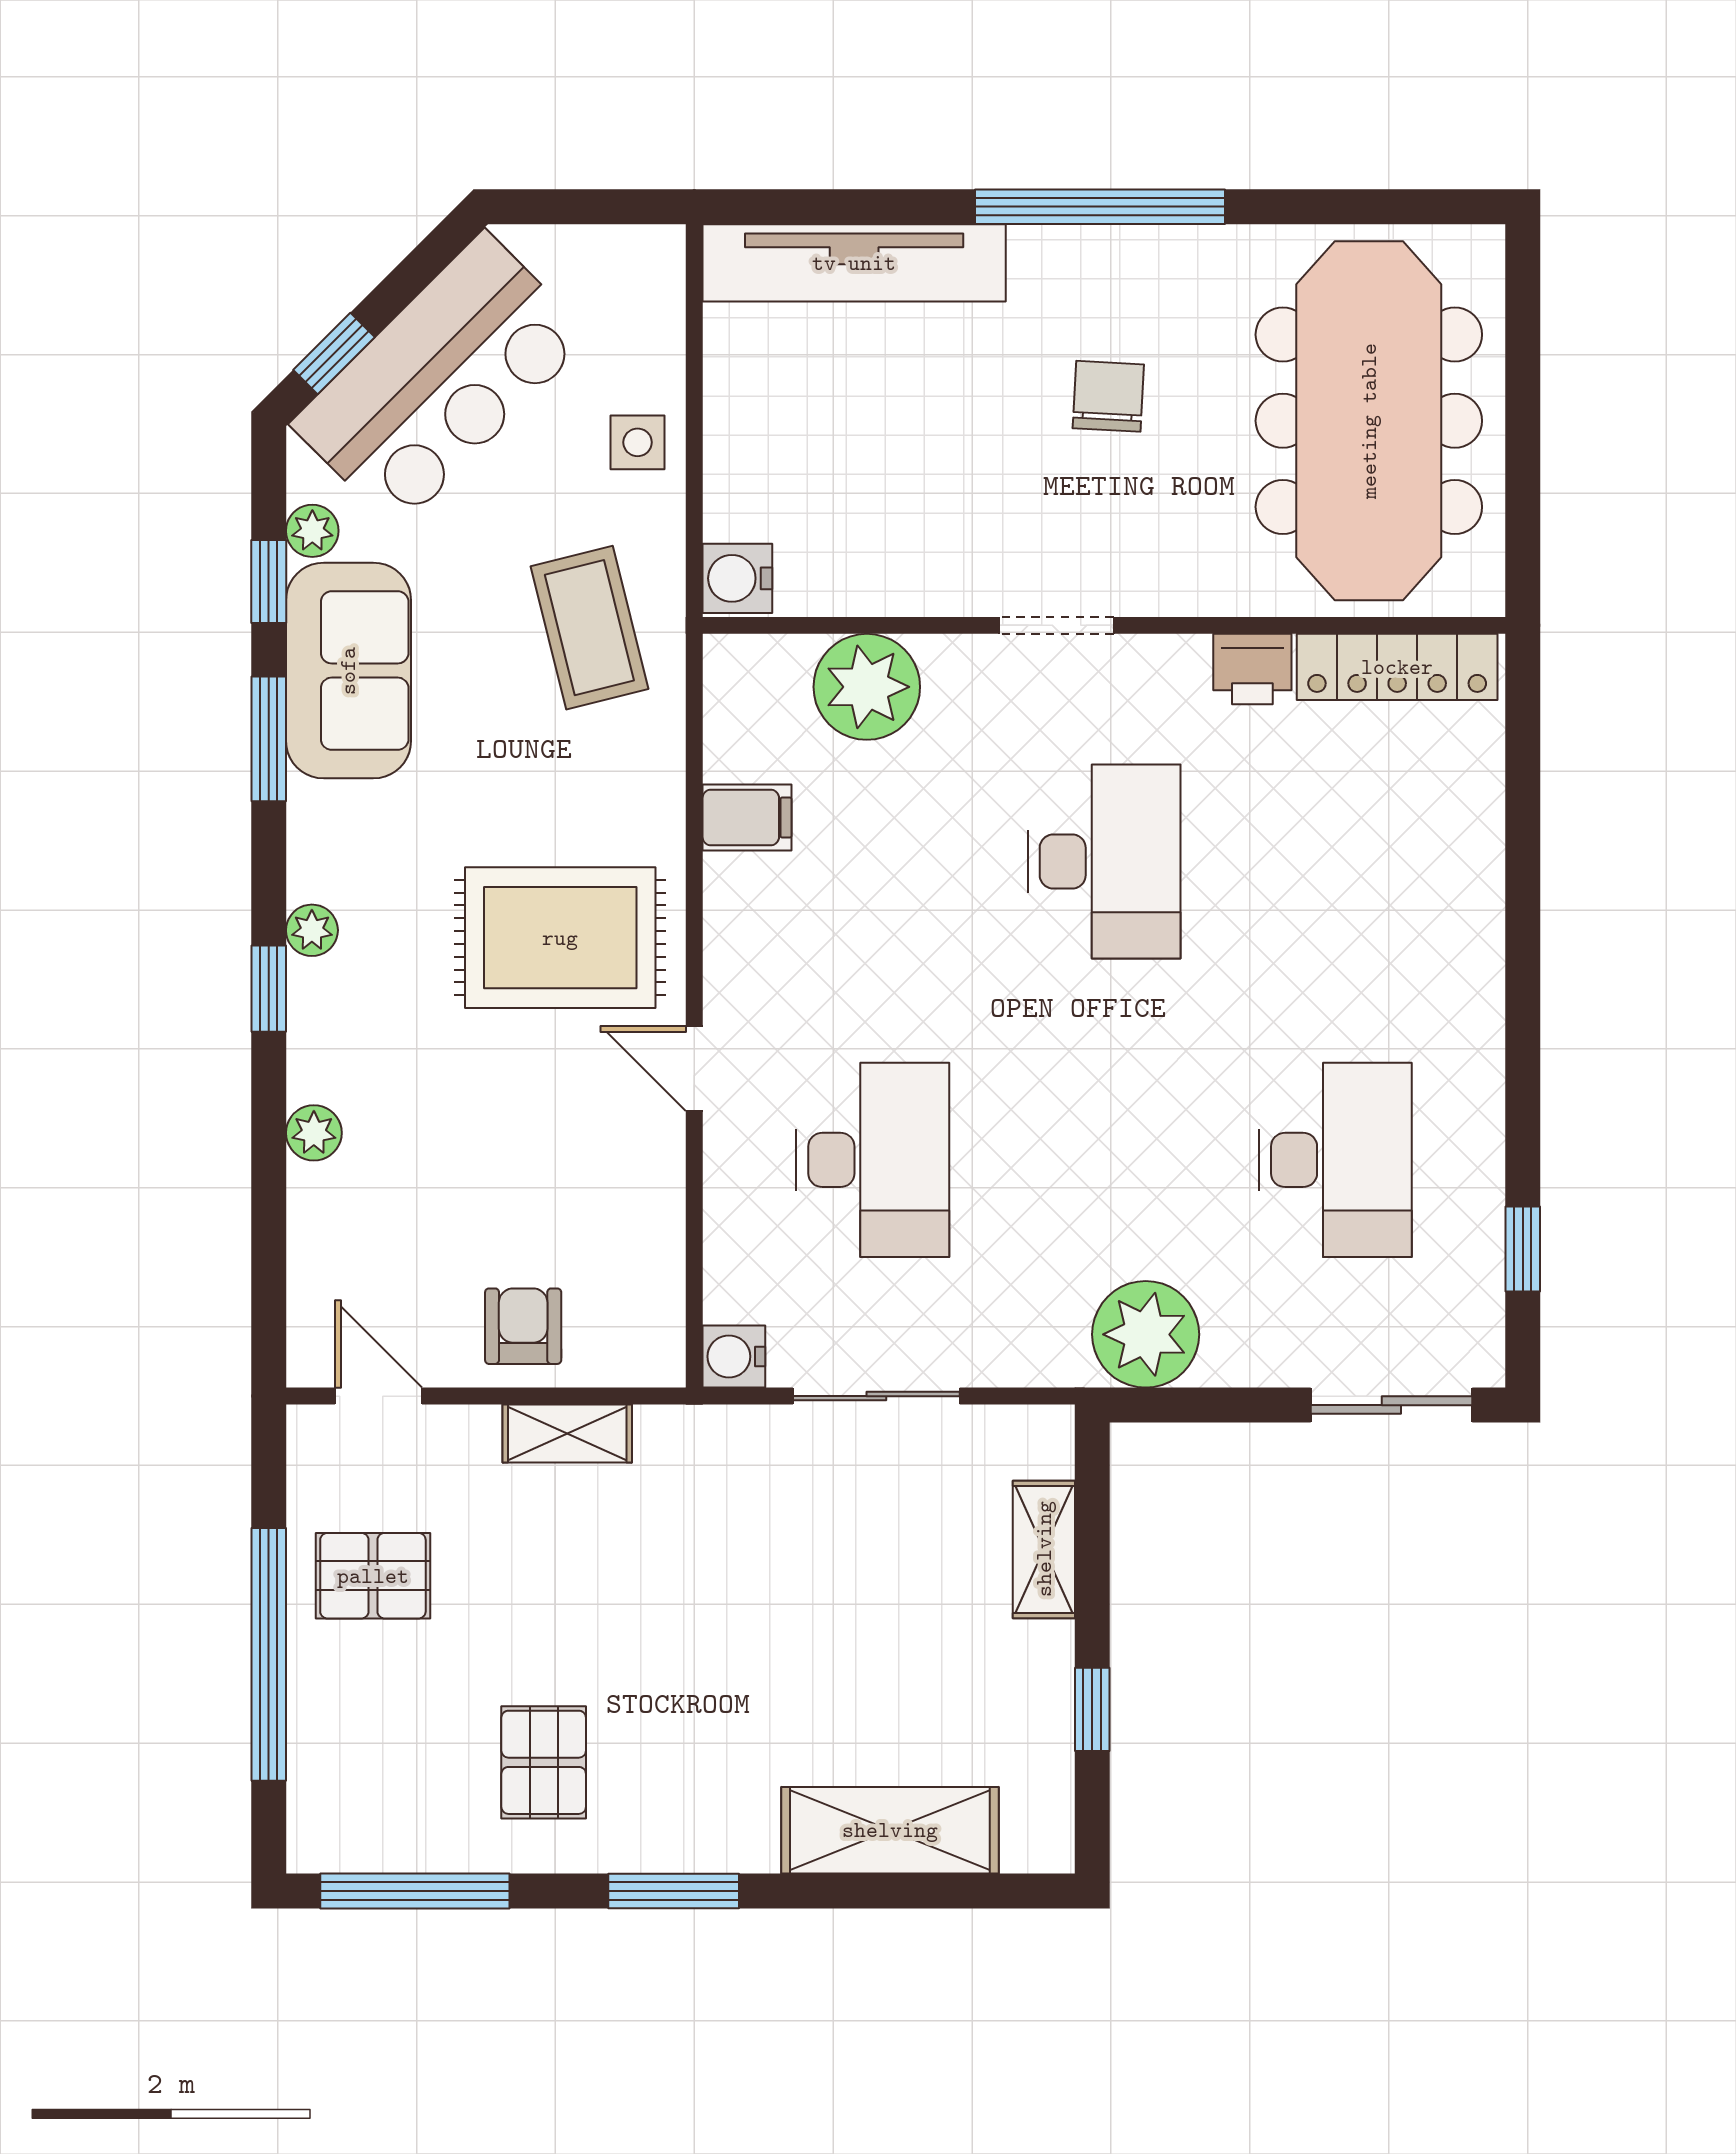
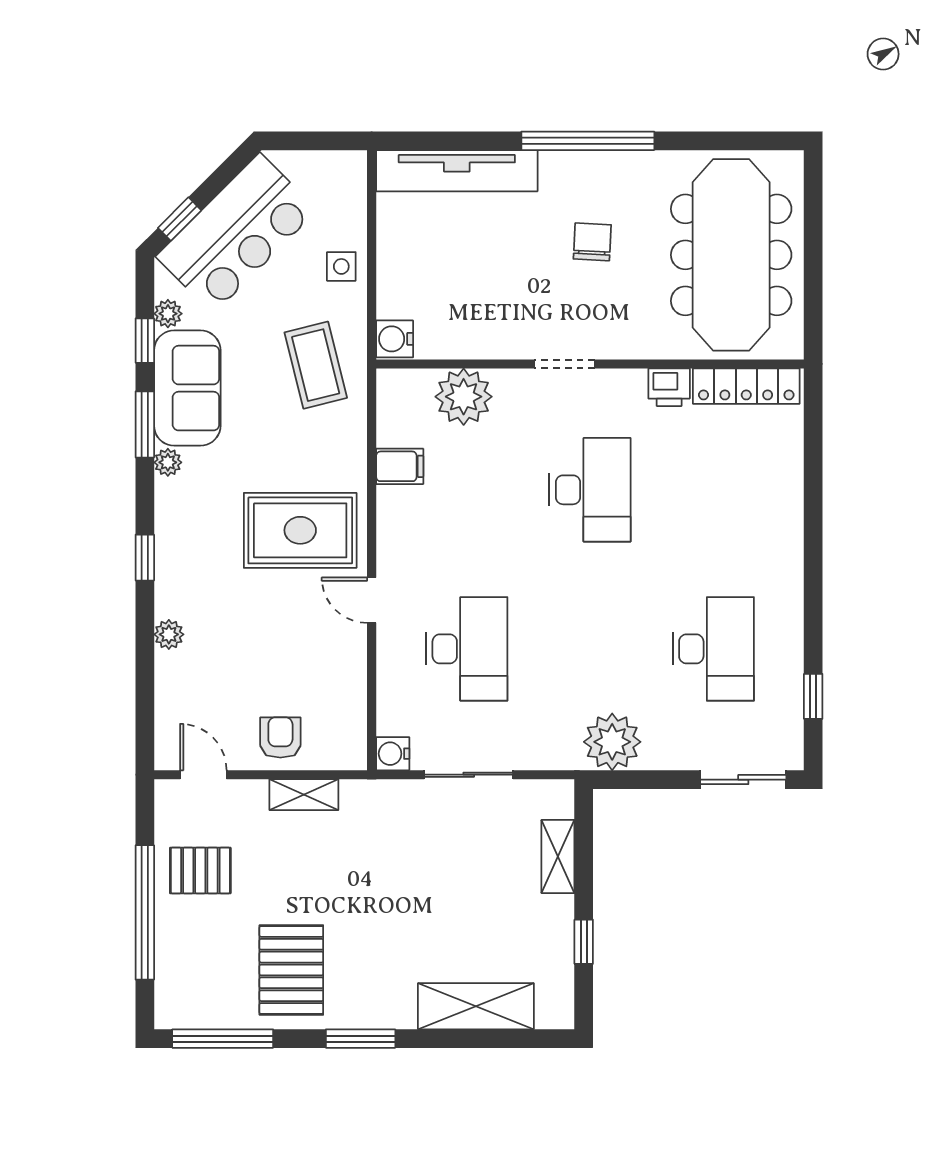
plant: (312, 930) -> (168, 462), moved
pallet: (544, 1762) -> (291, 970), width x1.50, depth x1.42

